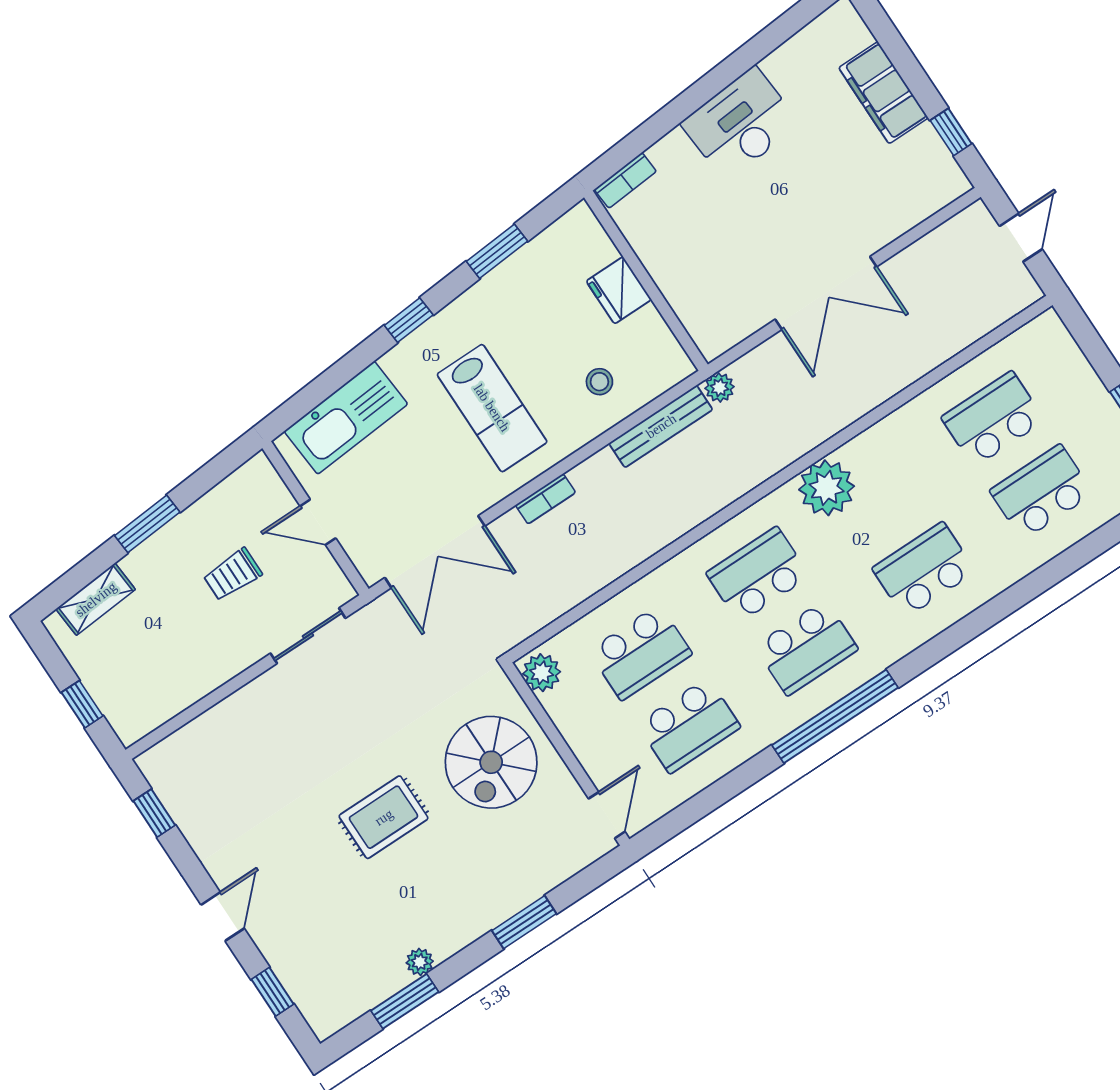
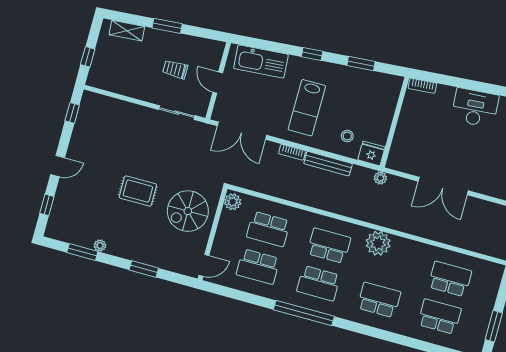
fridge: (619, 290) -> (372, 153), moved, turned 90
bench: (661, 426) -> (328, 164), moved

